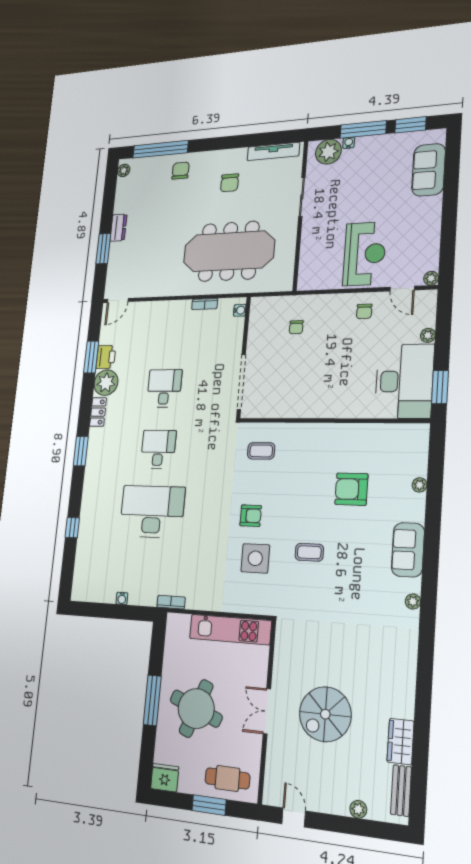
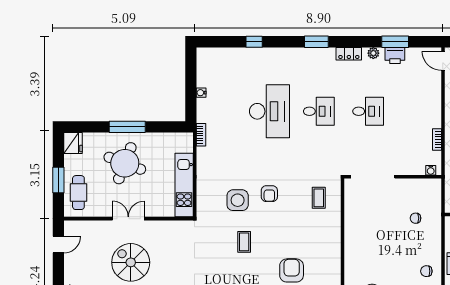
plant: (106, 383) -> (373, 53), width x0.53, depth x0.53

